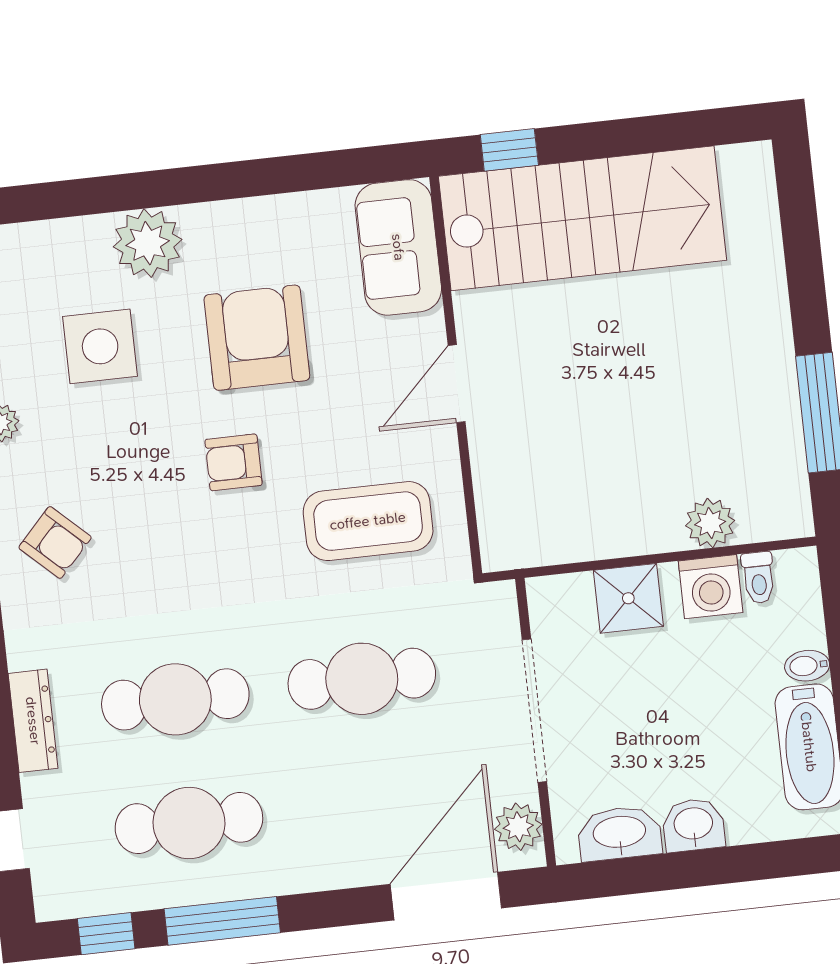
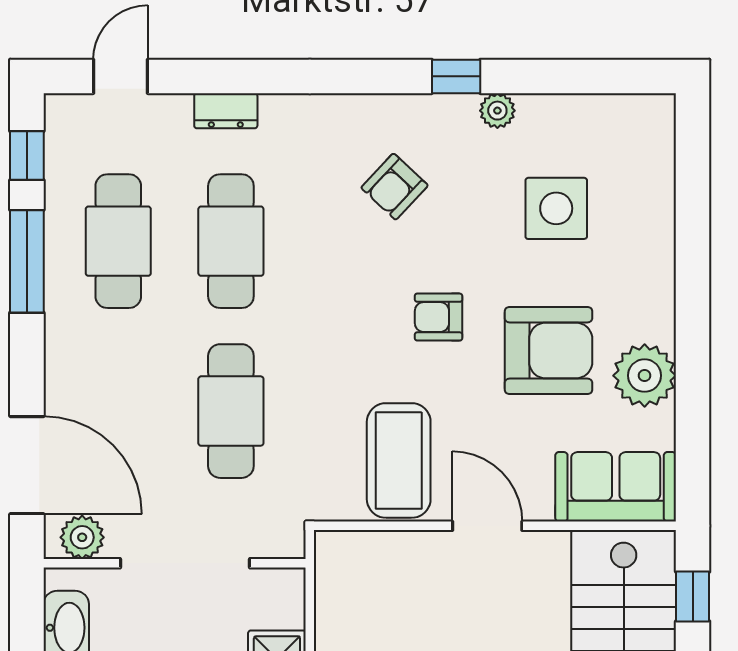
plant: (148, 243) -> (645, 376), moved
armchair: (233, 462) -> (439, 317), turned -90
coffee table: (368, 521) -> (399, 460), moved
armchair: (55, 542) -> (395, 187), moved
dresser: (33, 721) -> (226, 111), width x0.70

